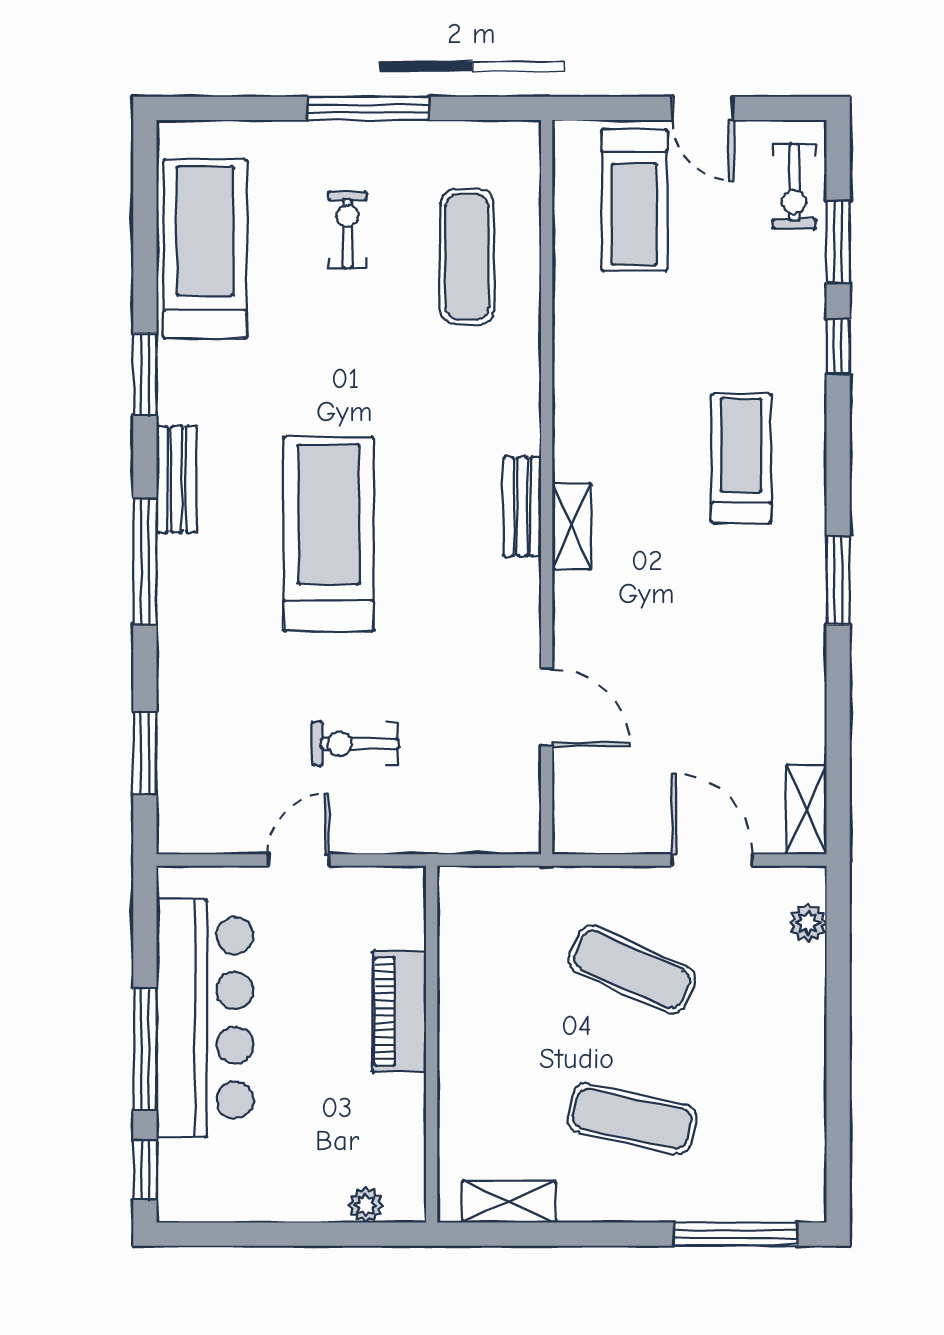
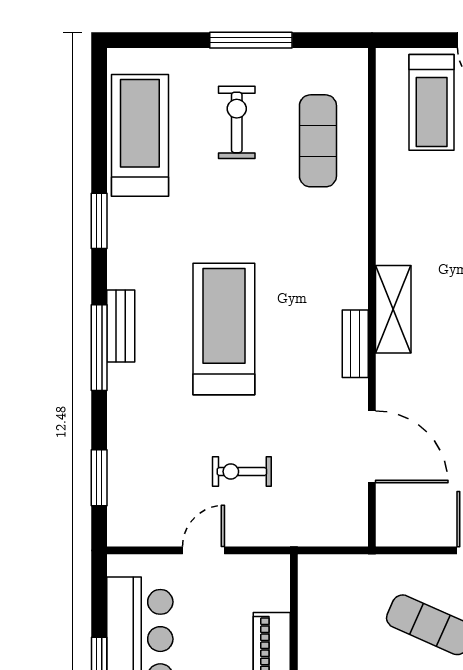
exercise bike: (348, 230) -> (237, 122), width x1.38, depth x1.39
bench: (177, 479) -> (121, 326), moved
bench: (522, 507) -> (355, 344), moved
shelving: (572, 526) -> (393, 309), width x1.50, depth x1.33
door: (547, 707) -> (372, 447), width x1.36

